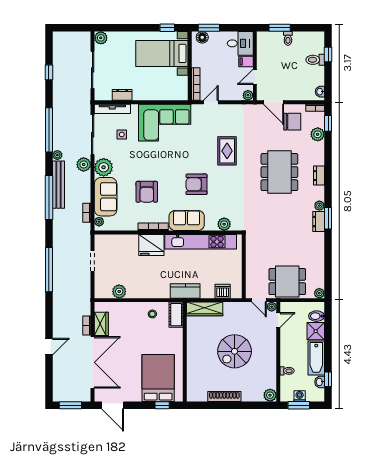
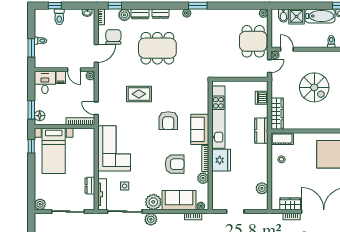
dresser: (319, 222) -> (140, 14), moved
plant: (224, 224) -> (203, 178), moved

